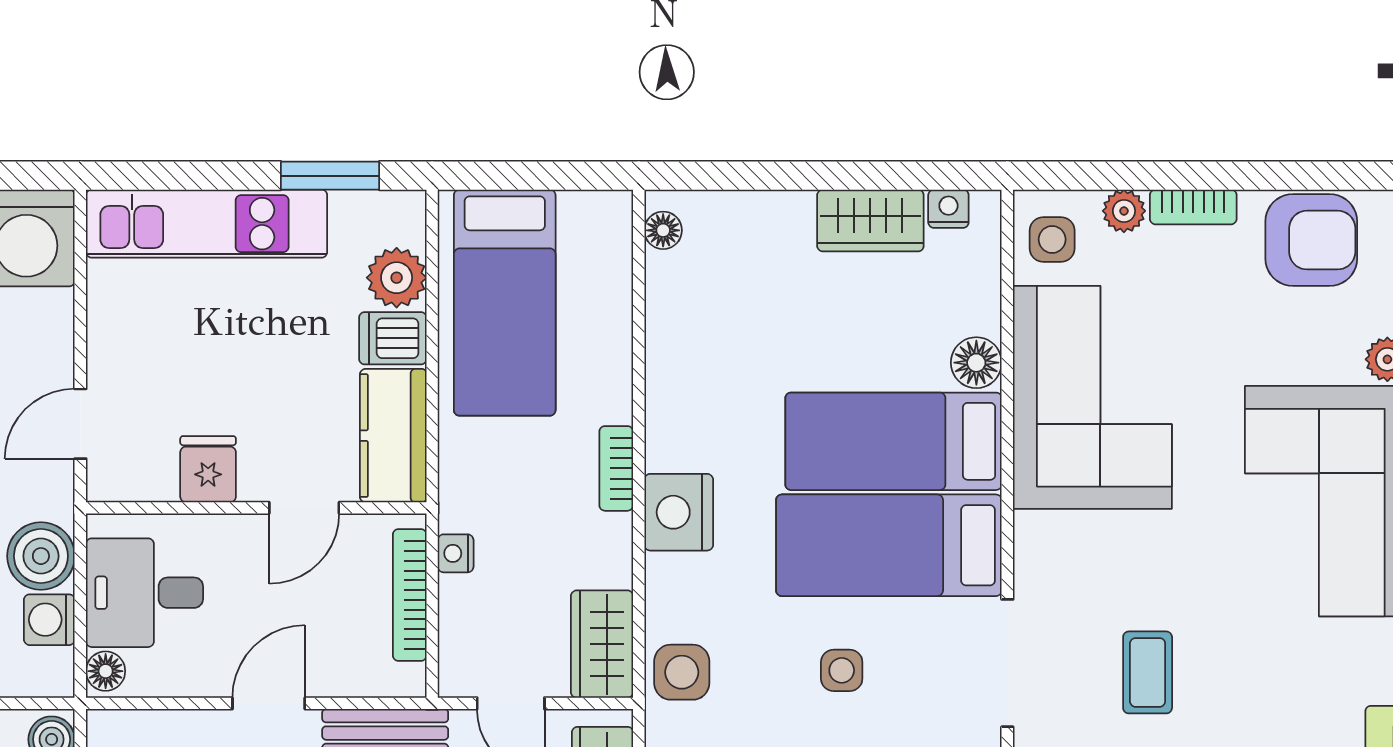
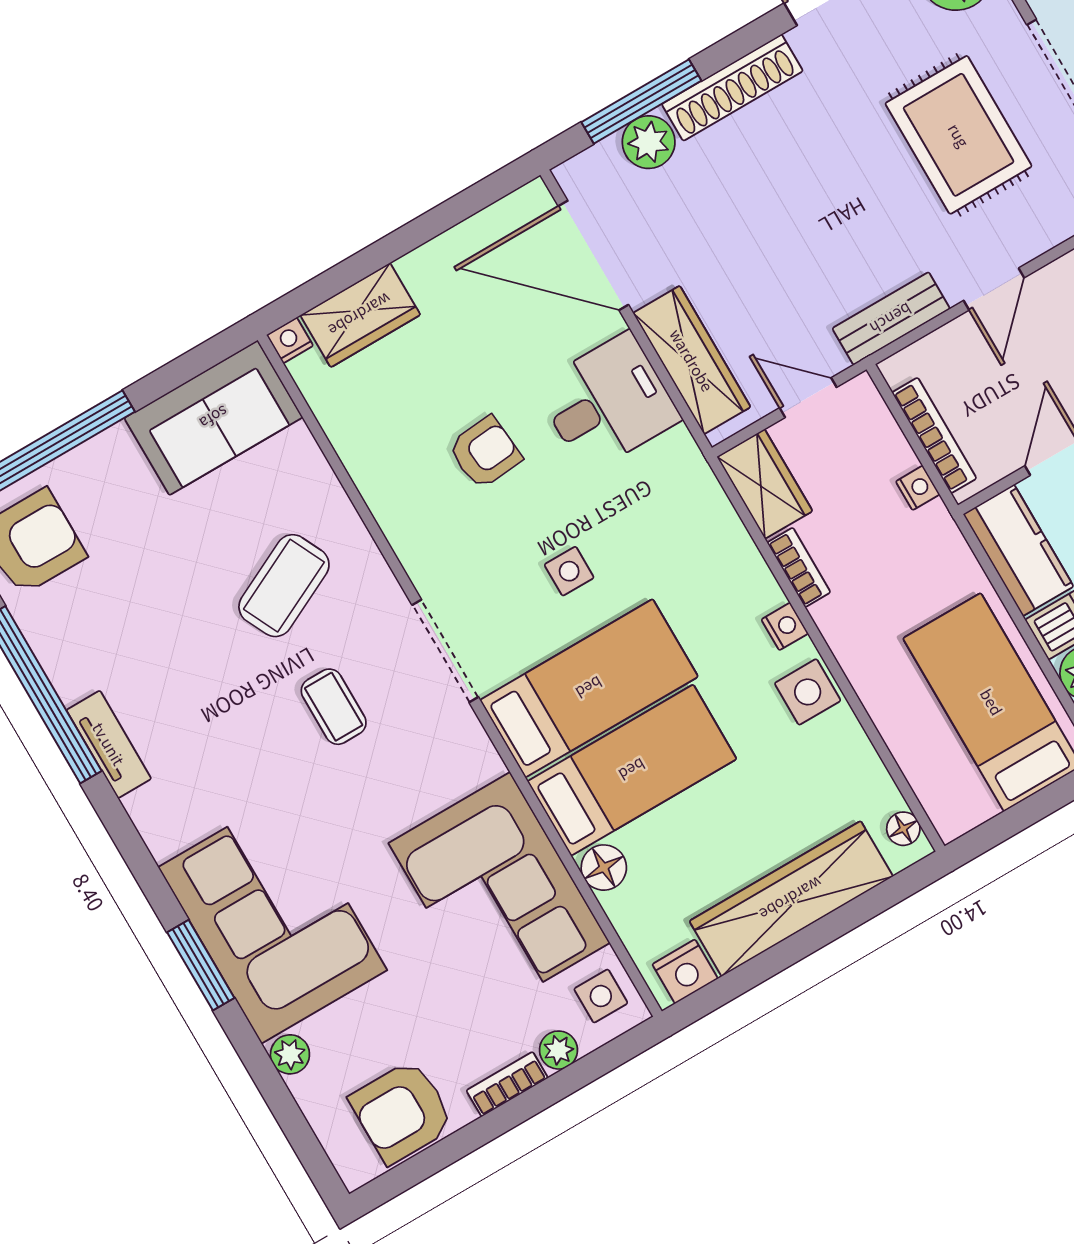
nightstand: (948, 209) -> (685, 971), width x1.39, depth x1.35
wardrobe: (870, 221) -> (791, 899), width x2.10, depth x1.17
bookcase: (616, 468) -> (799, 567), moved
nightstand: (679, 512) -> (785, 626), width x0.53, depth x0.56
side table: (682, 672) -> (808, 692), moved

